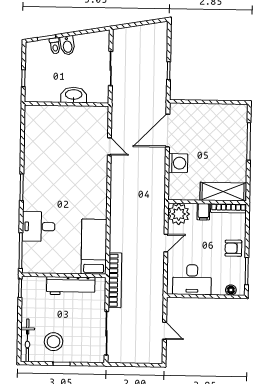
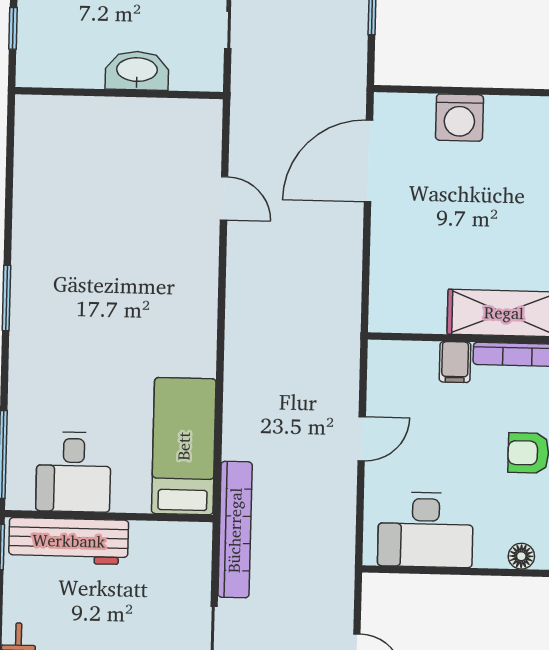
washing machine: (178, 163) -> (459, 118), moved, turned 90
plant: (179, 214) -> (394, 367), removed
desk: (39, 226) -> (73, 472), moved, turned -90
workbench: (71, 286) -> (69, 541), moved

